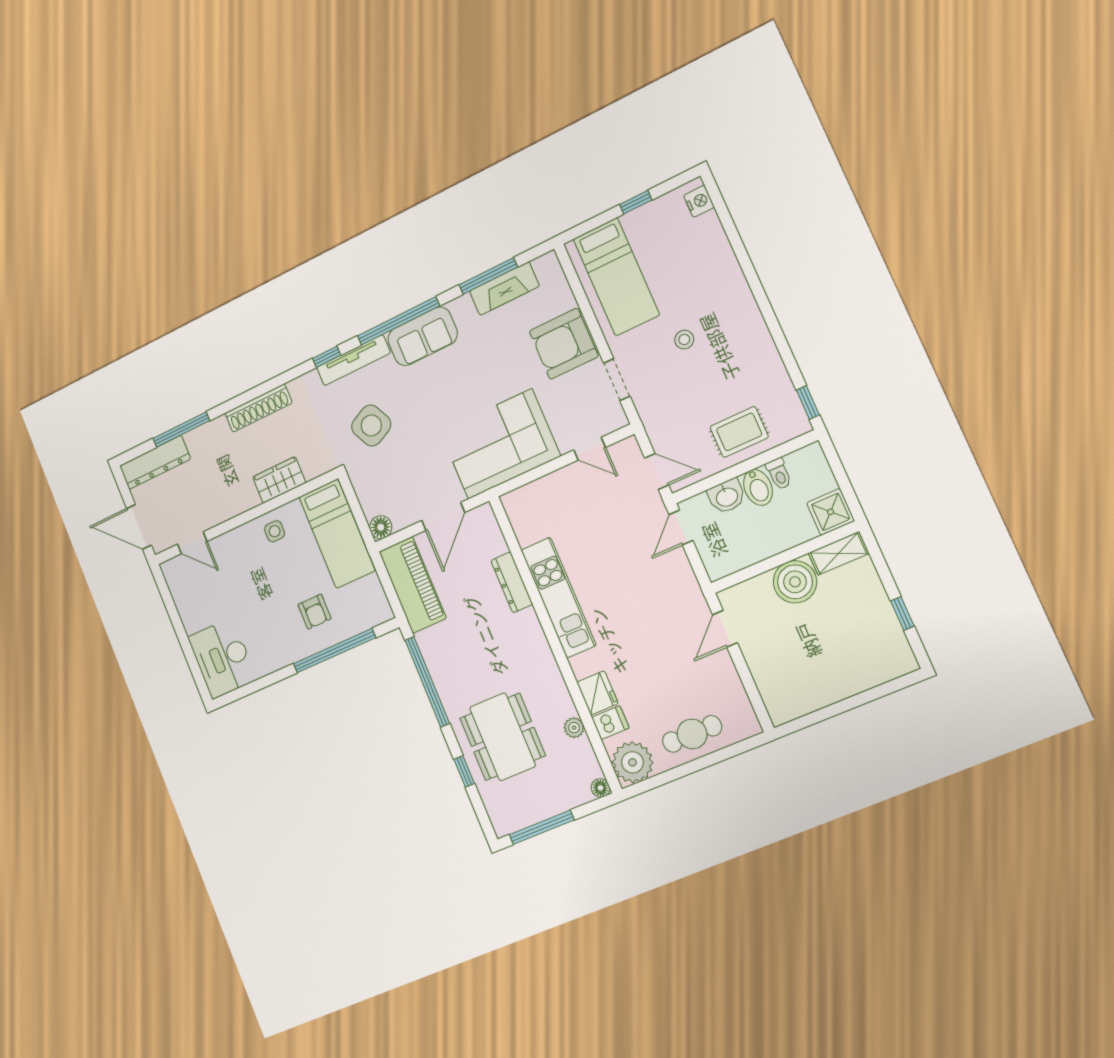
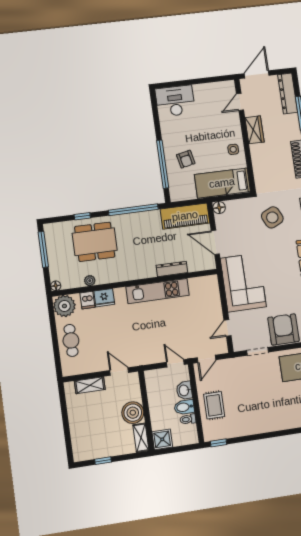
stool: (684, 340) -> (267, 391), removed
wardrobe: (279, 480) -> (254, 130), moved
armchair: (315, 612) -> (186, 159), turned -102
shelving: (766, 677) -> (90, 385), added

